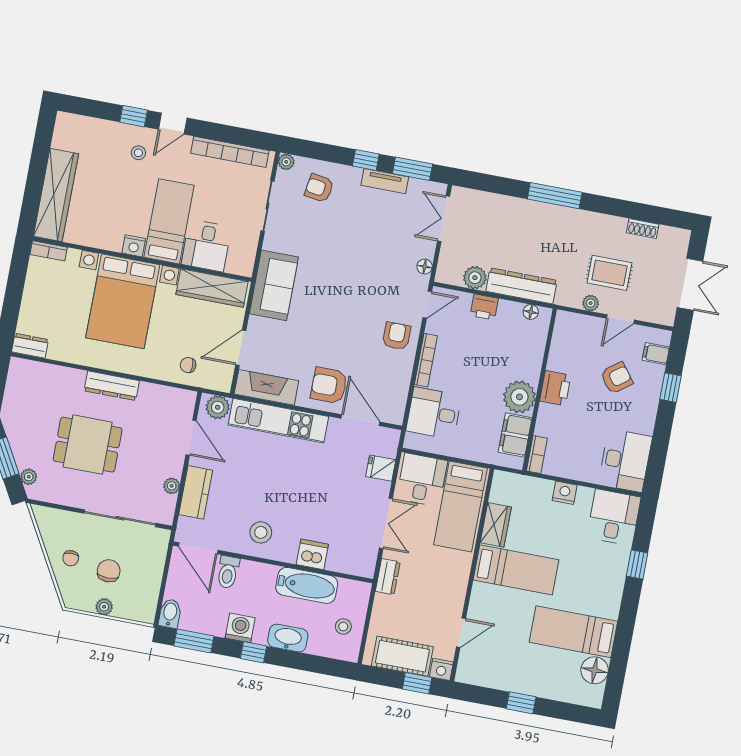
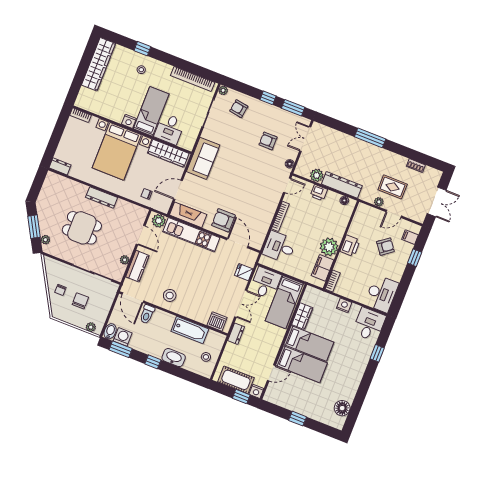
door: (173, 124) -> (164, 57), removed
tv unit: (385, 181) -> (276, 112), removed
wardrobe: (56, 195) -> (99, 64), moved
armchair: (396, 336) -> (268, 141), moved, turned -90
dishwasher: (312, 554) -> (217, 321), moved
plant: (104, 607) -> (91, 327), moved
washing machine: (240, 628) -> (123, 337), moved
bed: (573, 632) -> (301, 364), moved, turned 180

